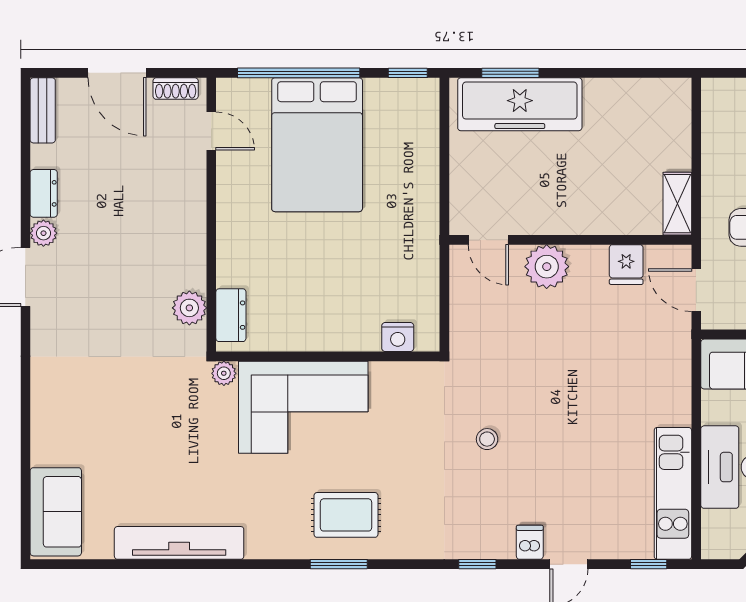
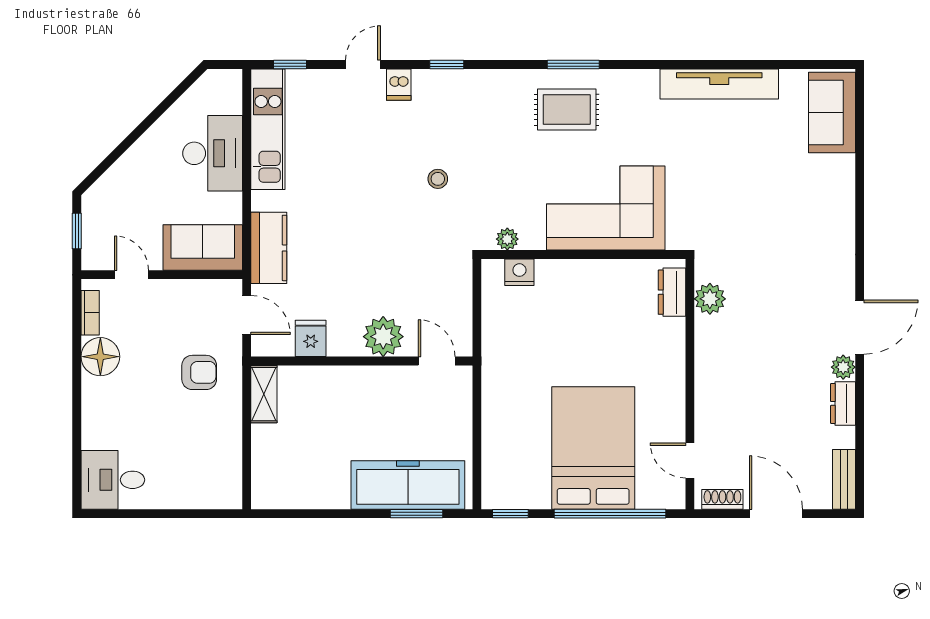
kitchen counter: (672, 364) -> (269, 248), added
plant: (224, 373) -> (507, 239), moved

